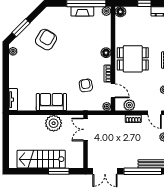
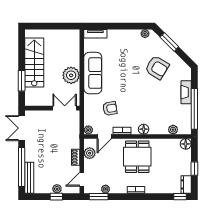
fireplace: (82, 11) -> (186, 92), moved
plant: (106, 11) -> (173, 130), moved
sofa: (51, 102) -> (93, 73), width x1.36

